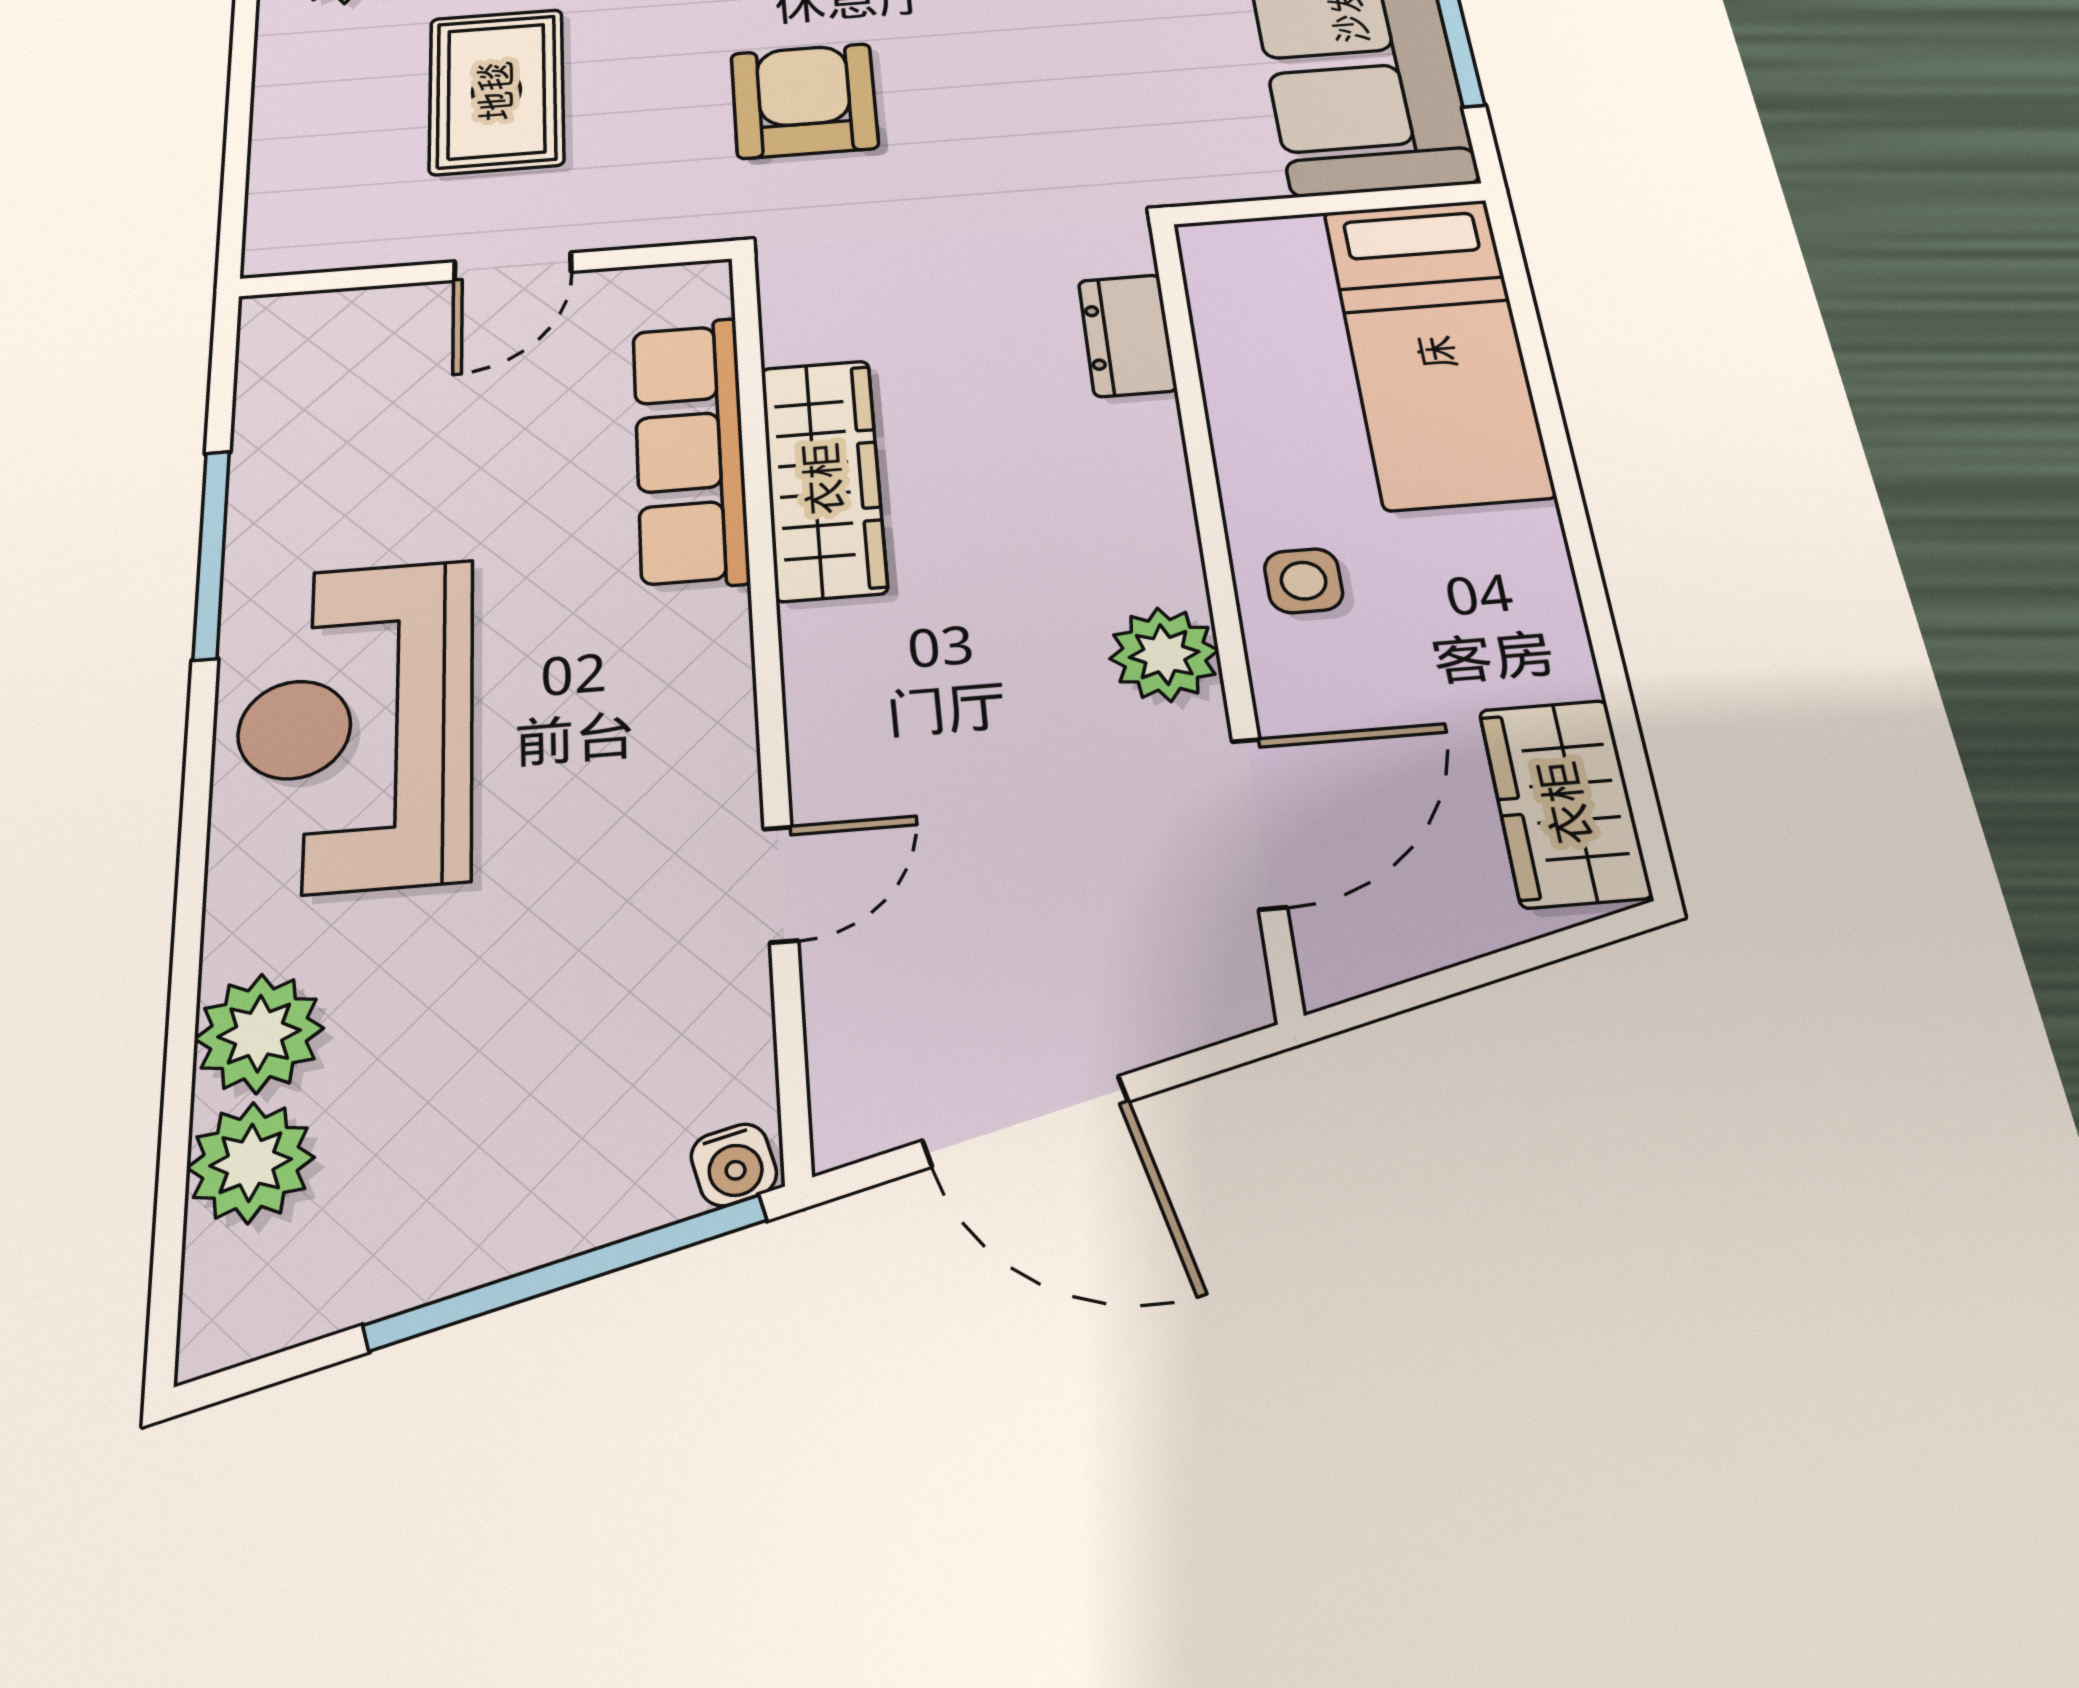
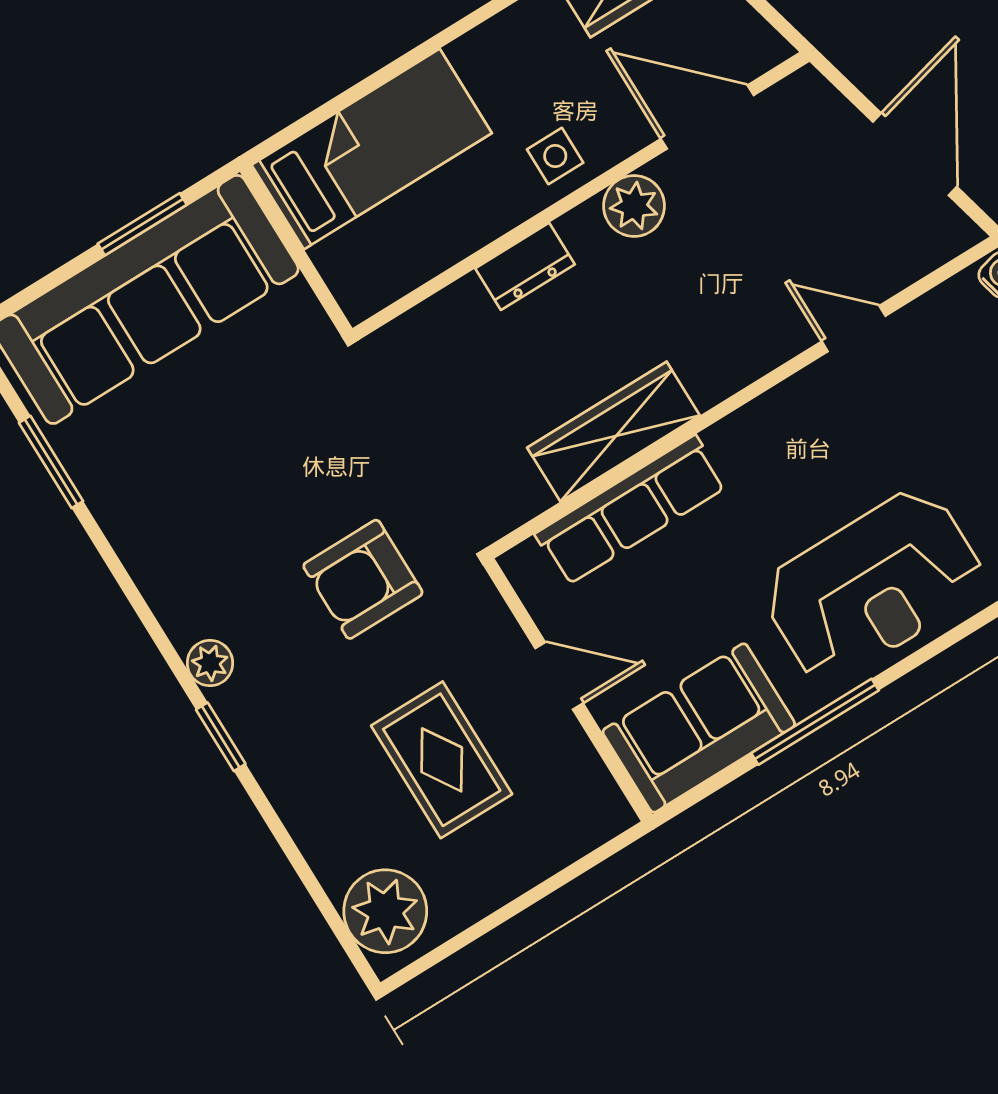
rug: (496, 91) -> (442, 760), turned 90
dresser: (1127, 335) -> (525, 266), moved
sofa: (315, 402) -> (699, 728), added

